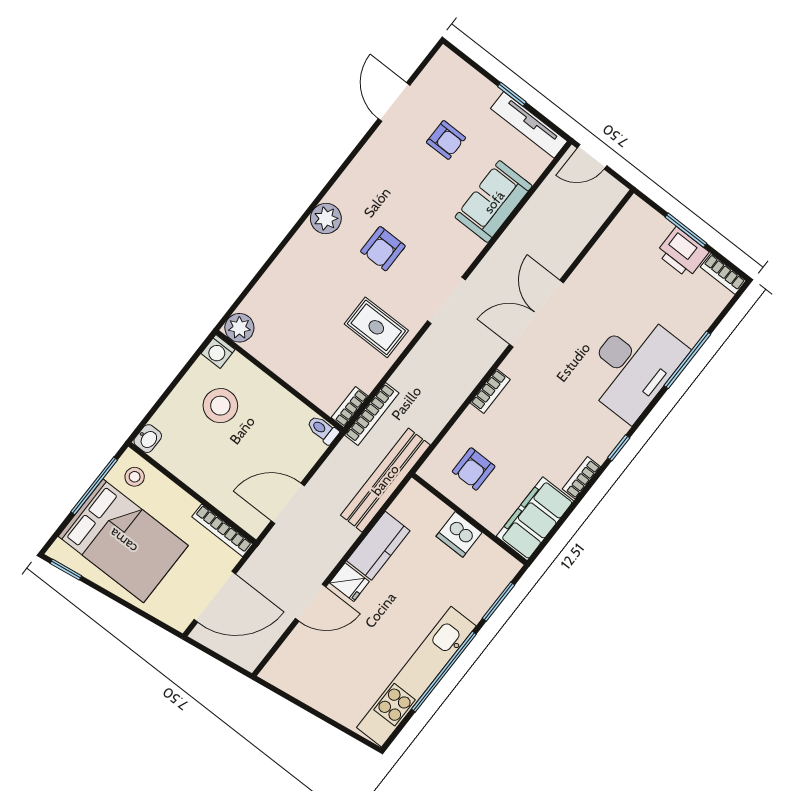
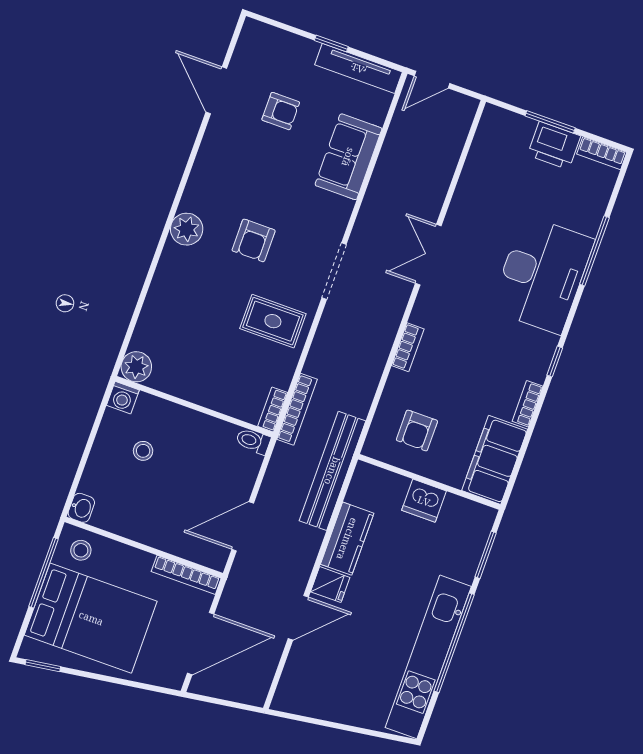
double door: (536, 314) -> (428, 255), width x0.73
stool: (220, 406) -> (143, 451), width x0.53, depth x0.53

